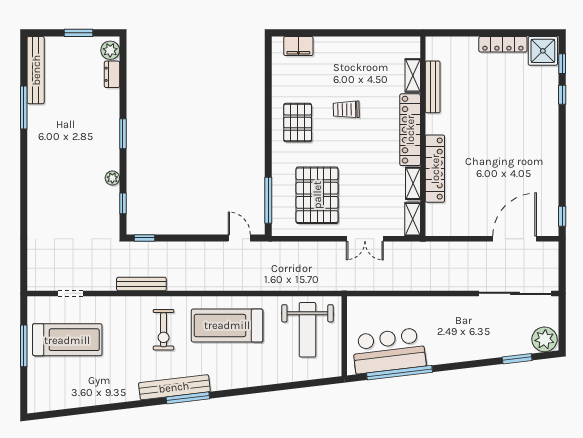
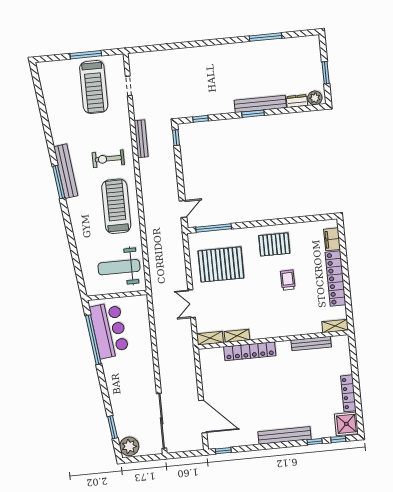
bench: (36, 70) -> (260, 104), moved
shelving: (413, 75) -> (335, 326), moved
locker: (410, 130) -> (335, 278), moved, turned -90
bench: (550, 134) -> (284, 435), added
plant: (112, 178) -> (219, 109), removed

